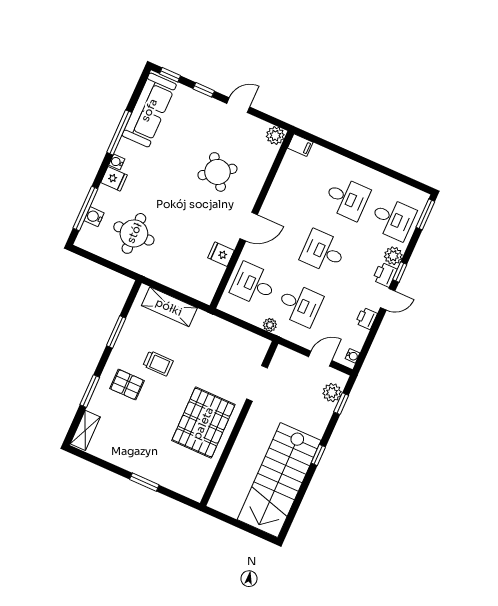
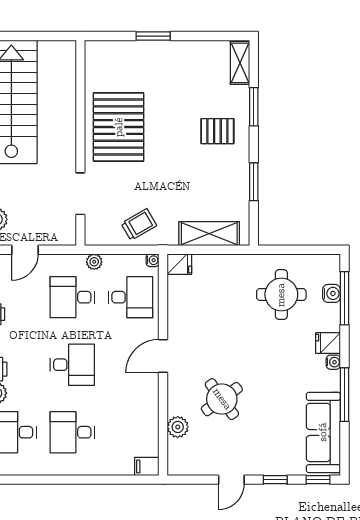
plant: (275, 136) -> (178, 427), moved
fridge: (221, 254) -> (179, 264), moved
water cooler: (223, 306) -> (153, 260), added
trolley: (158, 363) -> (139, 224), moved, turned 150

